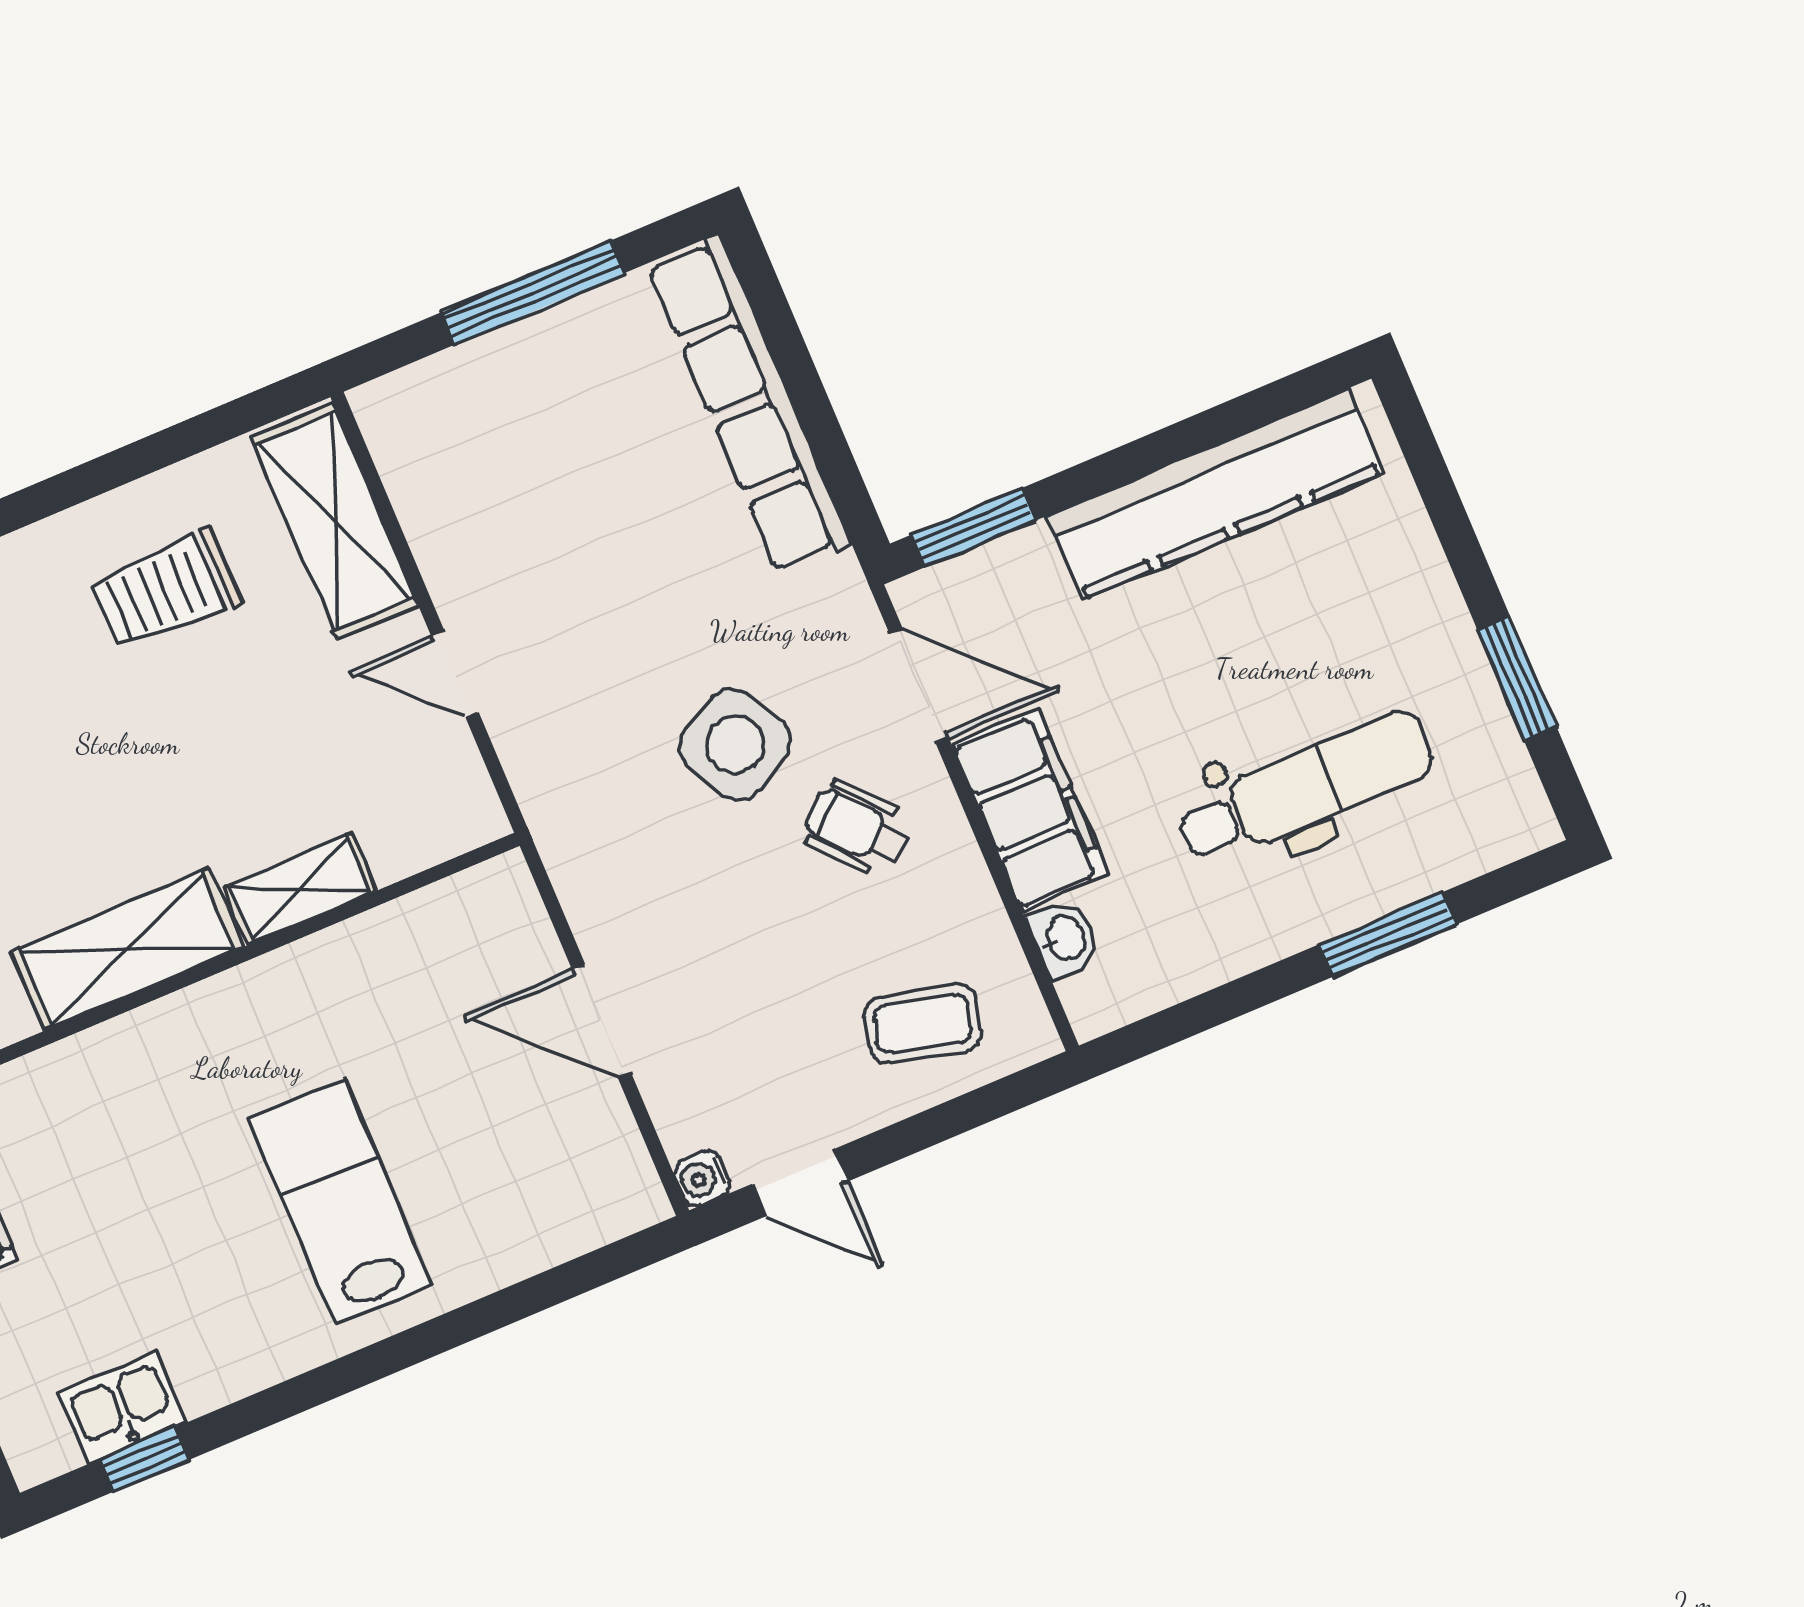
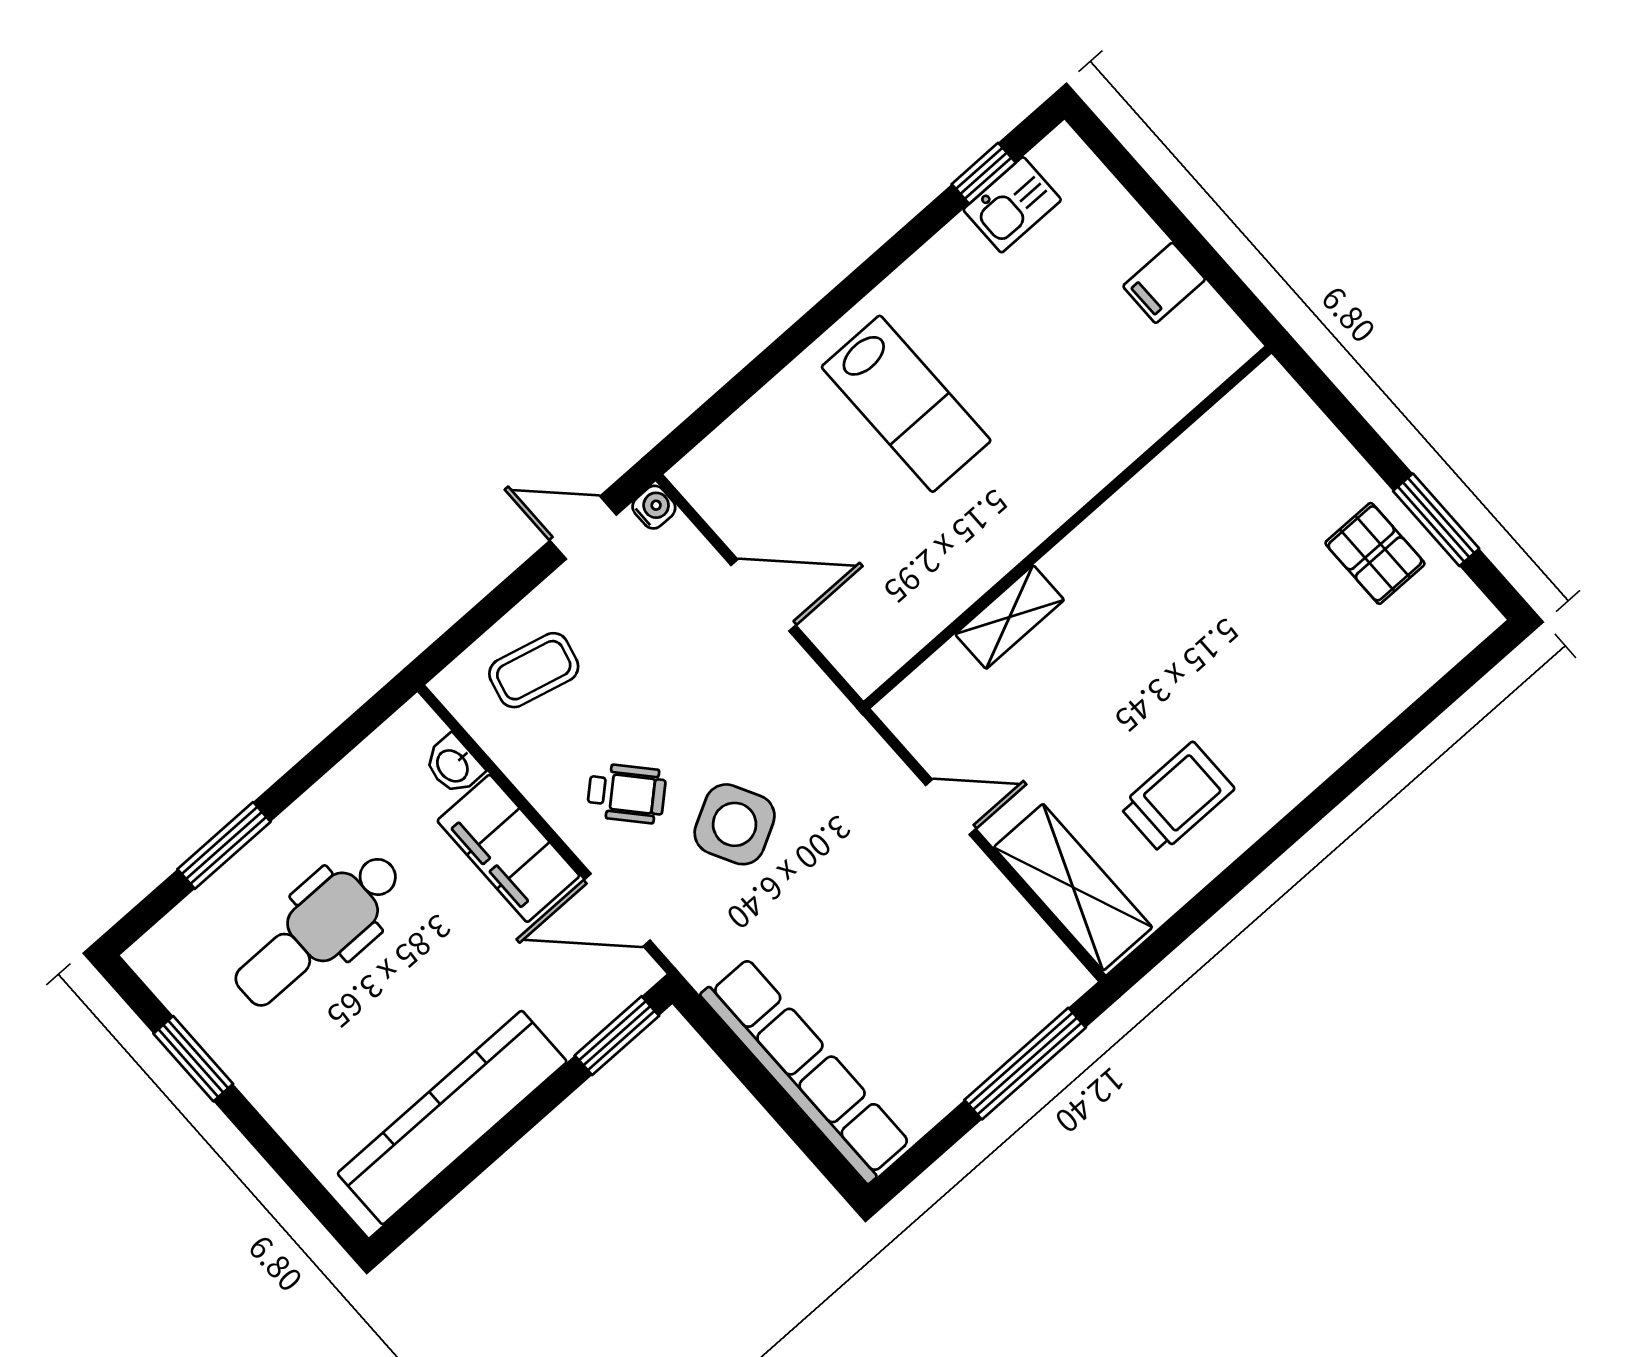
window: (533, 293) -> (1025, 1064), moved
shelving: (127, 949) -> (1119, 532), removed

